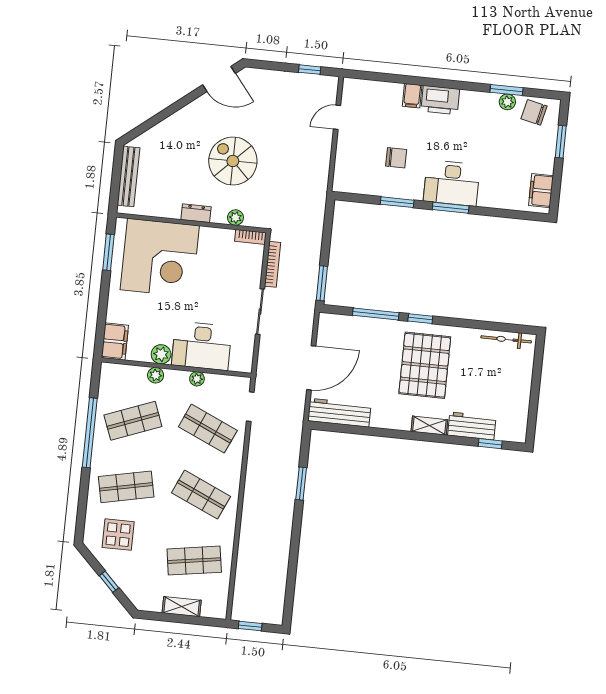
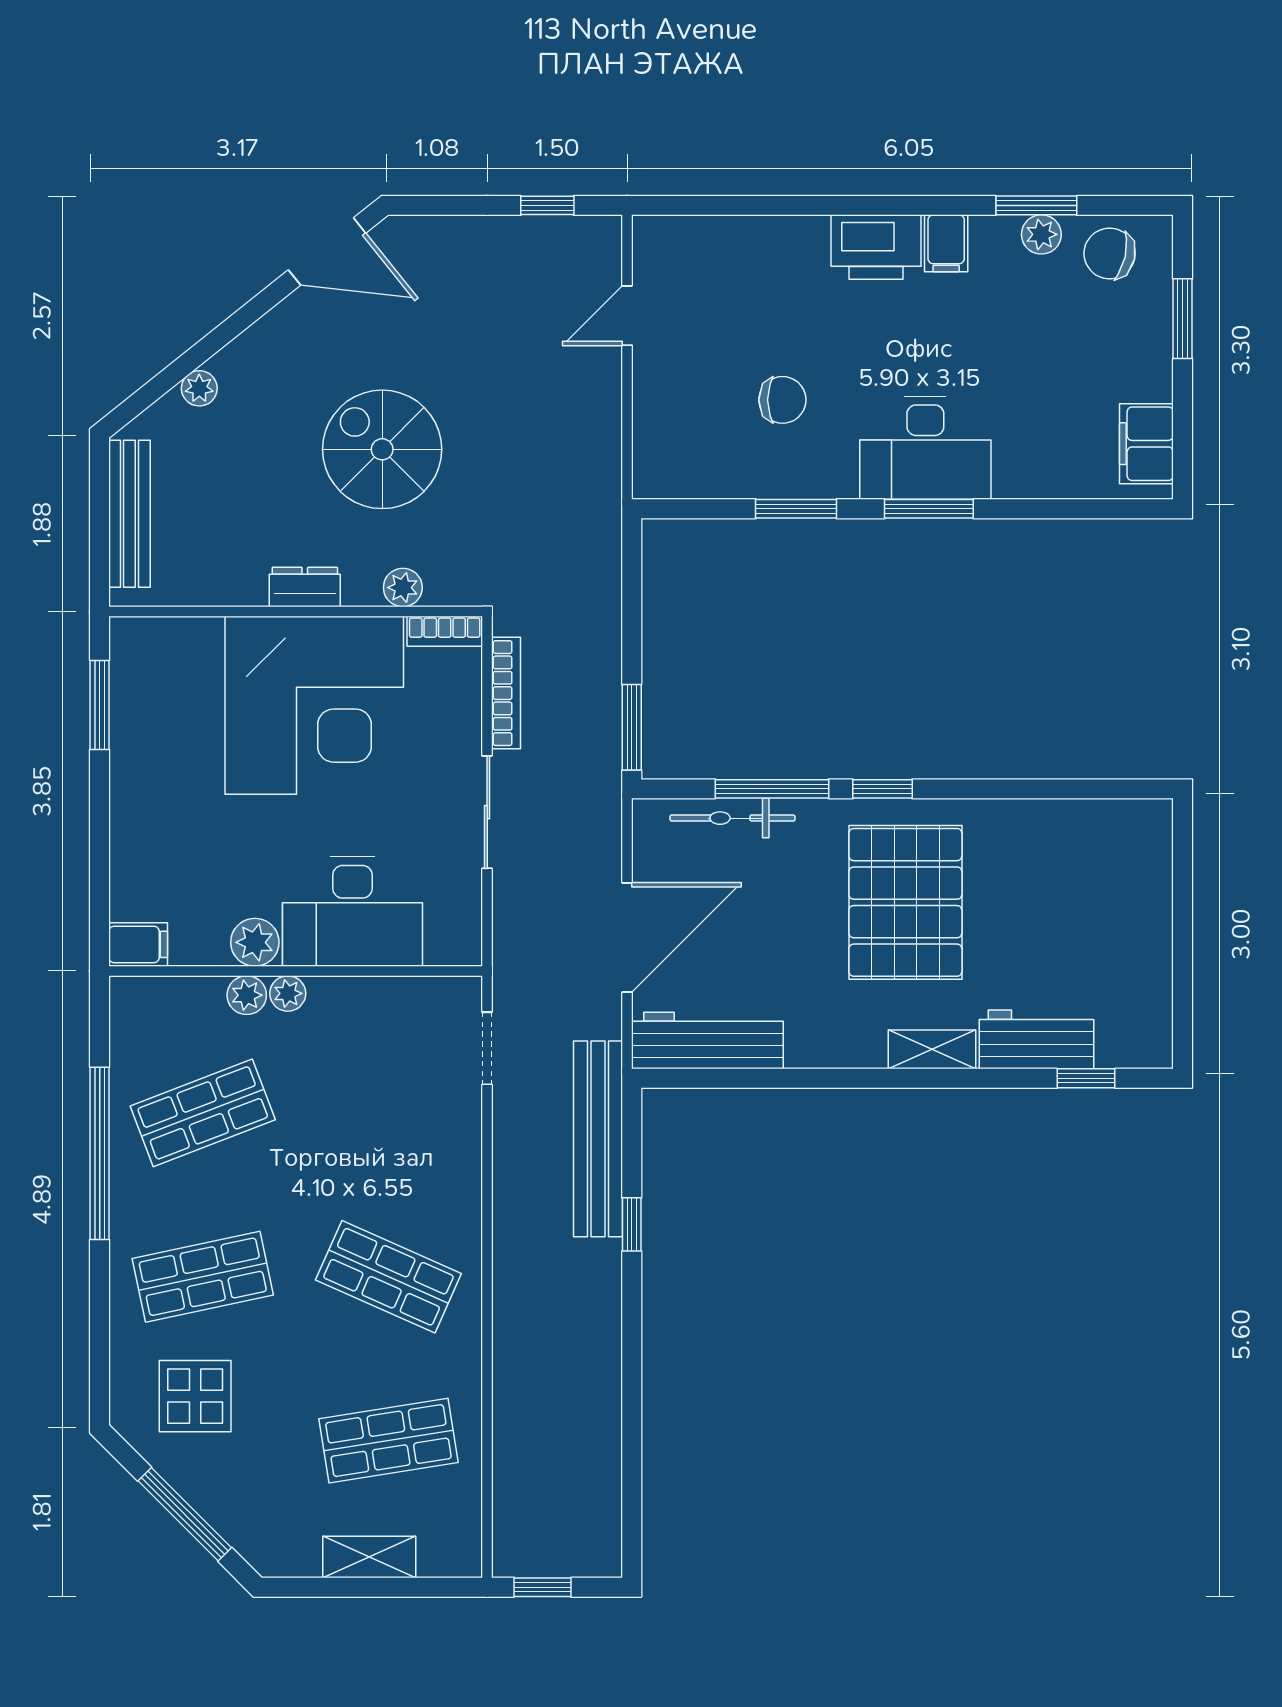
filing cabinet: (412, 96) -> (946, 243), moved
plant: (162, 129) -> (199, 388), added
corner desk: (160, 258) -> (314, 705), moved
bicycle: (506, 339) -> (733, 818), moved
filing cabinet: (115, 341) -> (138, 944), width x0.50
plant: (197, 379) -> (288, 993), moved
shop shelf: (208, 429) -> (388, 1113), removed
bench: (291, 448) -> (598, 1139), added
window: (301, 484) -> (632, 1224), width x0.67
window: (109, 582) -> (185, 1514), width x2.17

